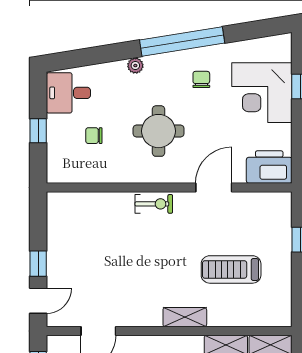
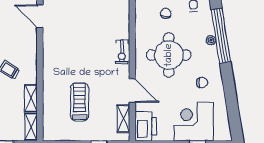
window: (182, 42) -> (221, 36), moved
round table: (159, 131) -> (169, 55), width x1.36, depth x1.36
shelving: (185, 317) -> (123, 119), moved

